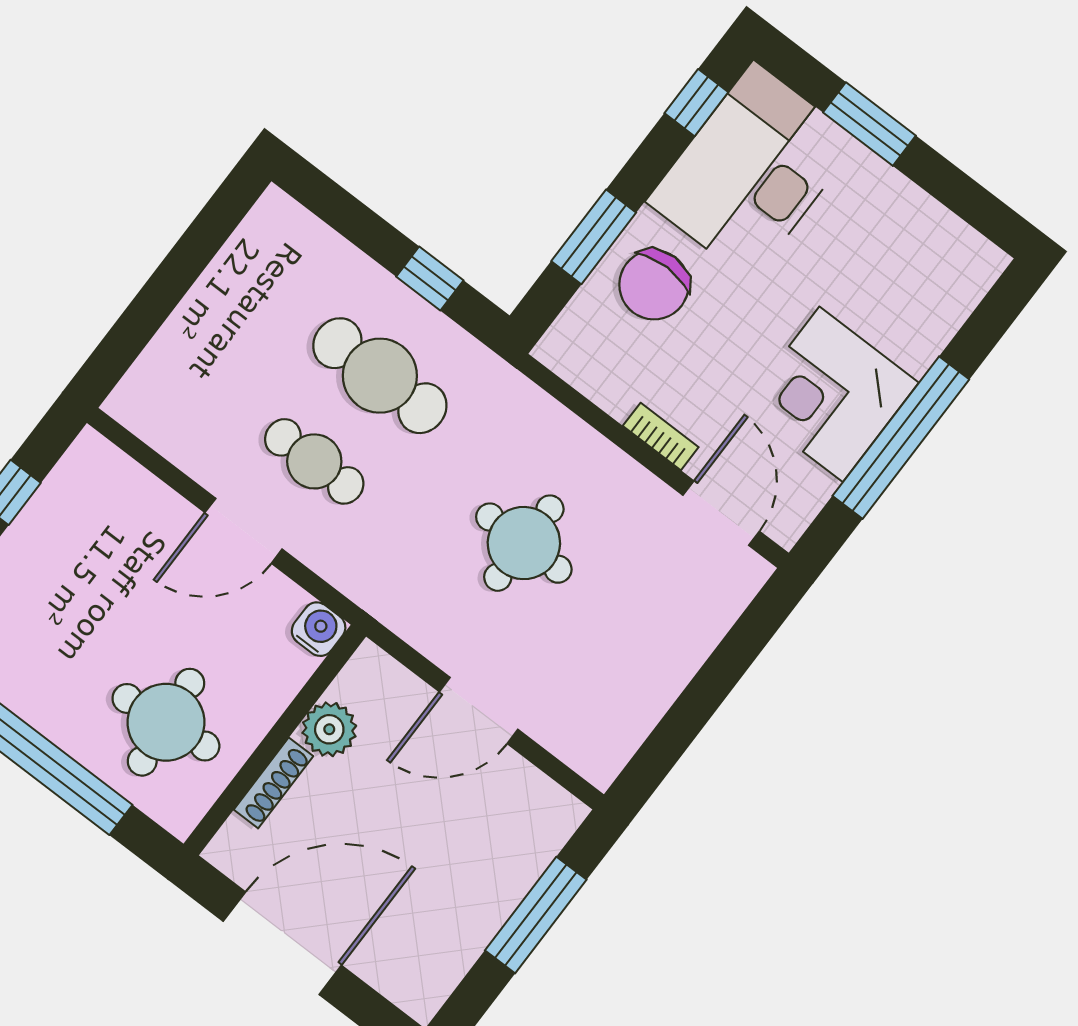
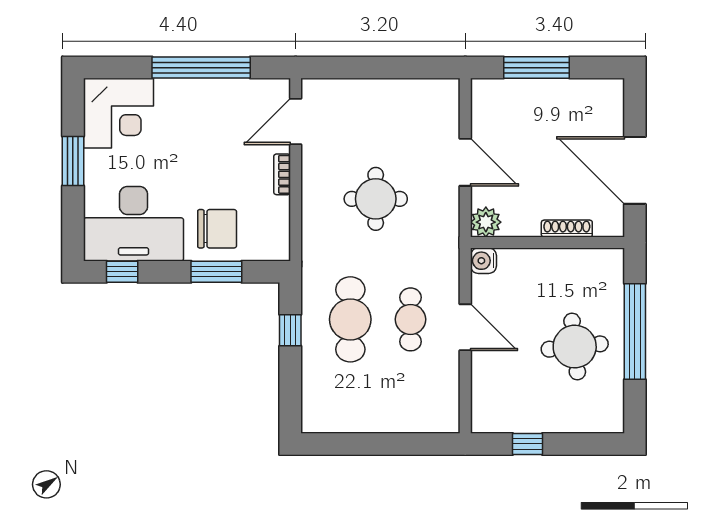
window: (869, 124) -> (73, 161), moved
corner desk: (831, 394) -> (118, 113), moved
round table: (166, 722) -> (575, 347), moved
plant: (329, 729) -> (486, 222), moved

